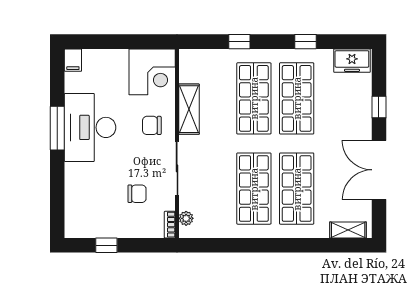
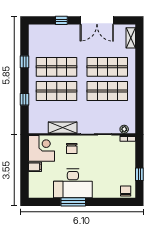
filing cabinet: (73, 60) -> (35, 167), moved
freezer: (352, 61) -> (35, 36), removed
chair: (137, 194) -> (126, 191), moved

